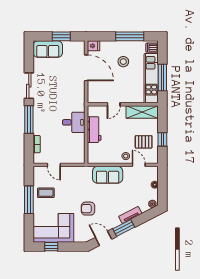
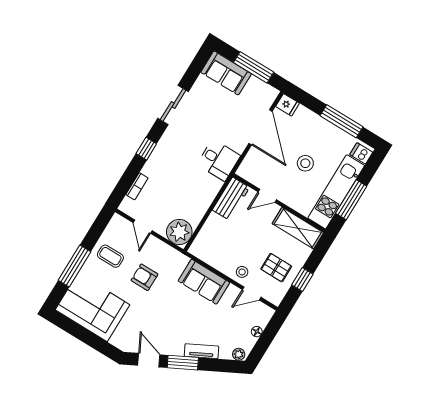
window: (61, 36) -> (254, 67), width x1.44
stool: (123, 62) -> (305, 163), moved
window: (29, 120) -> (146, 149), width x0.46
desk: (74, 122) -> (219, 160), moved
workbench: (94, 130) -> (231, 199), moved
plant: (76, 155) -> (179, 232), added
door: (139, 165) -> (252, 293), swing flipped
window: (29, 200) -> (74, 266), moved
armchair: (88, 209) -> (144, 277), moved
window: (51, 247) -> (75, 330), removed

